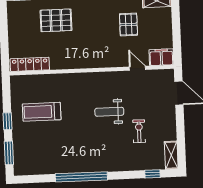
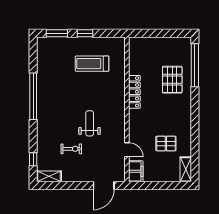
locker: (30, 64) -> (134, 92), moved
door: (137, 68) -> (127, 150), hinge flipped
treadmill: (42, 112) -> (92, 64), turned -90

